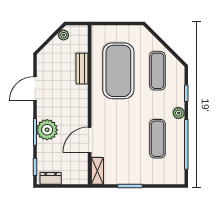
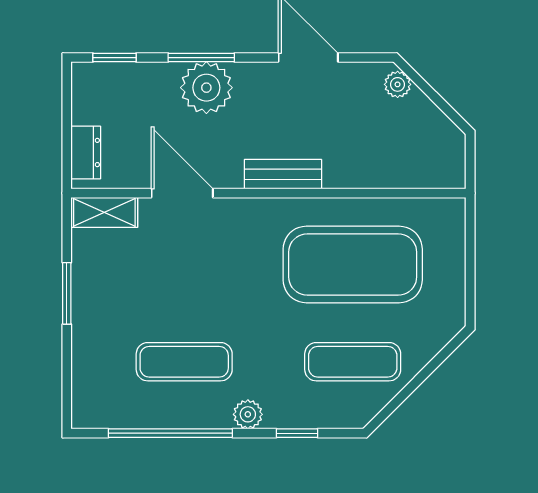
plant: (64, 35) -> (398, 84), moved
bench: (82, 69) -> (283, 174), moved
dresser: (51, 178) -> (86, 152), moved

